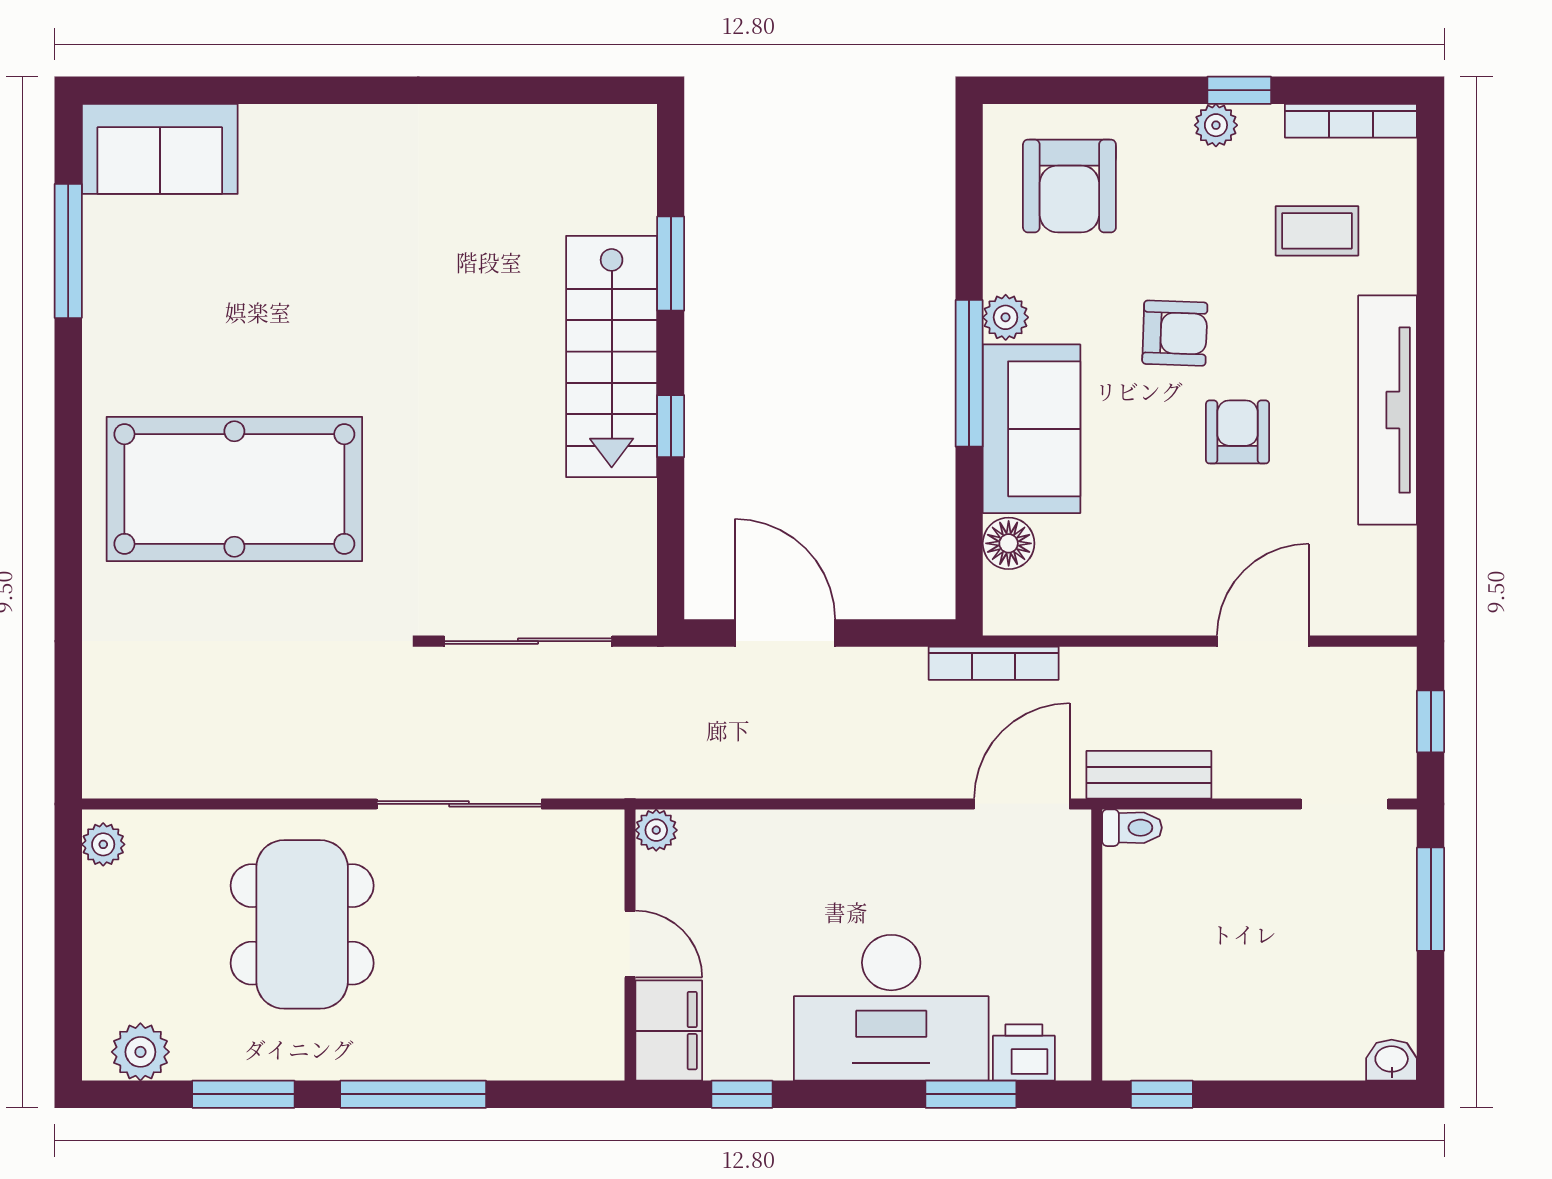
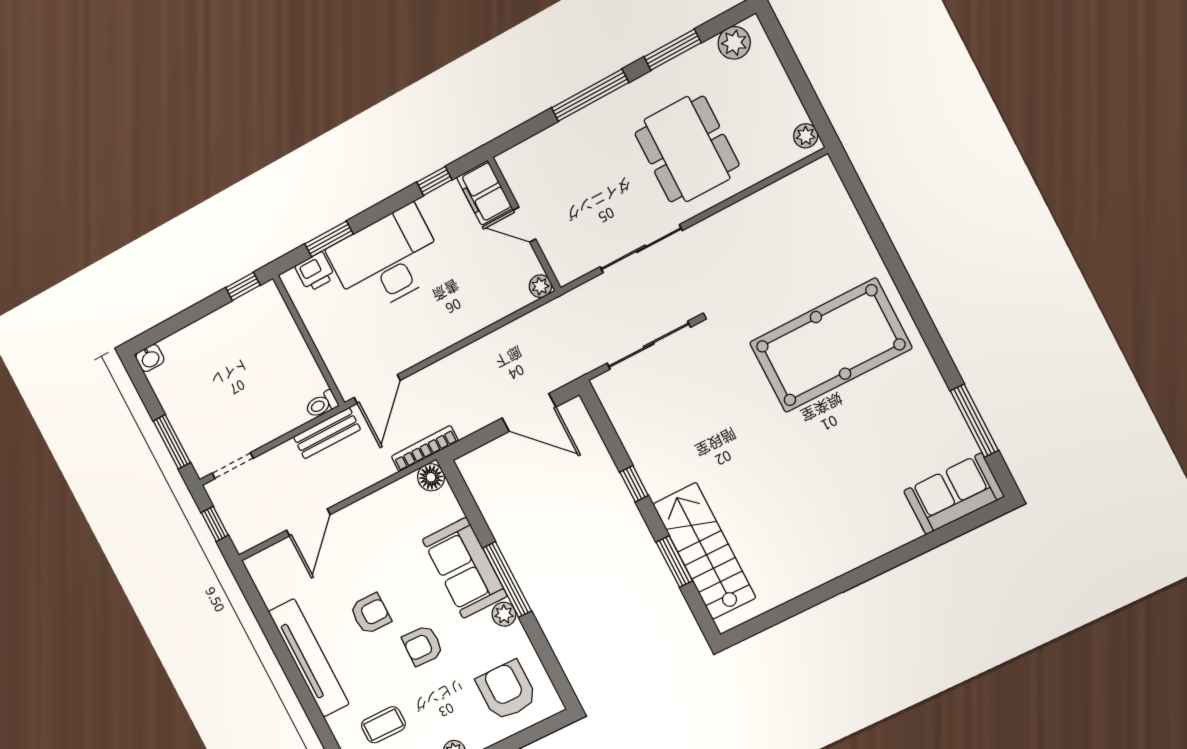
stairs: (612, 356) -> (704, 551), moved
armchair: (1238, 432) -> (370, 614), turned -90
floor lamp: (1009, 543) -> (431, 477), moved

